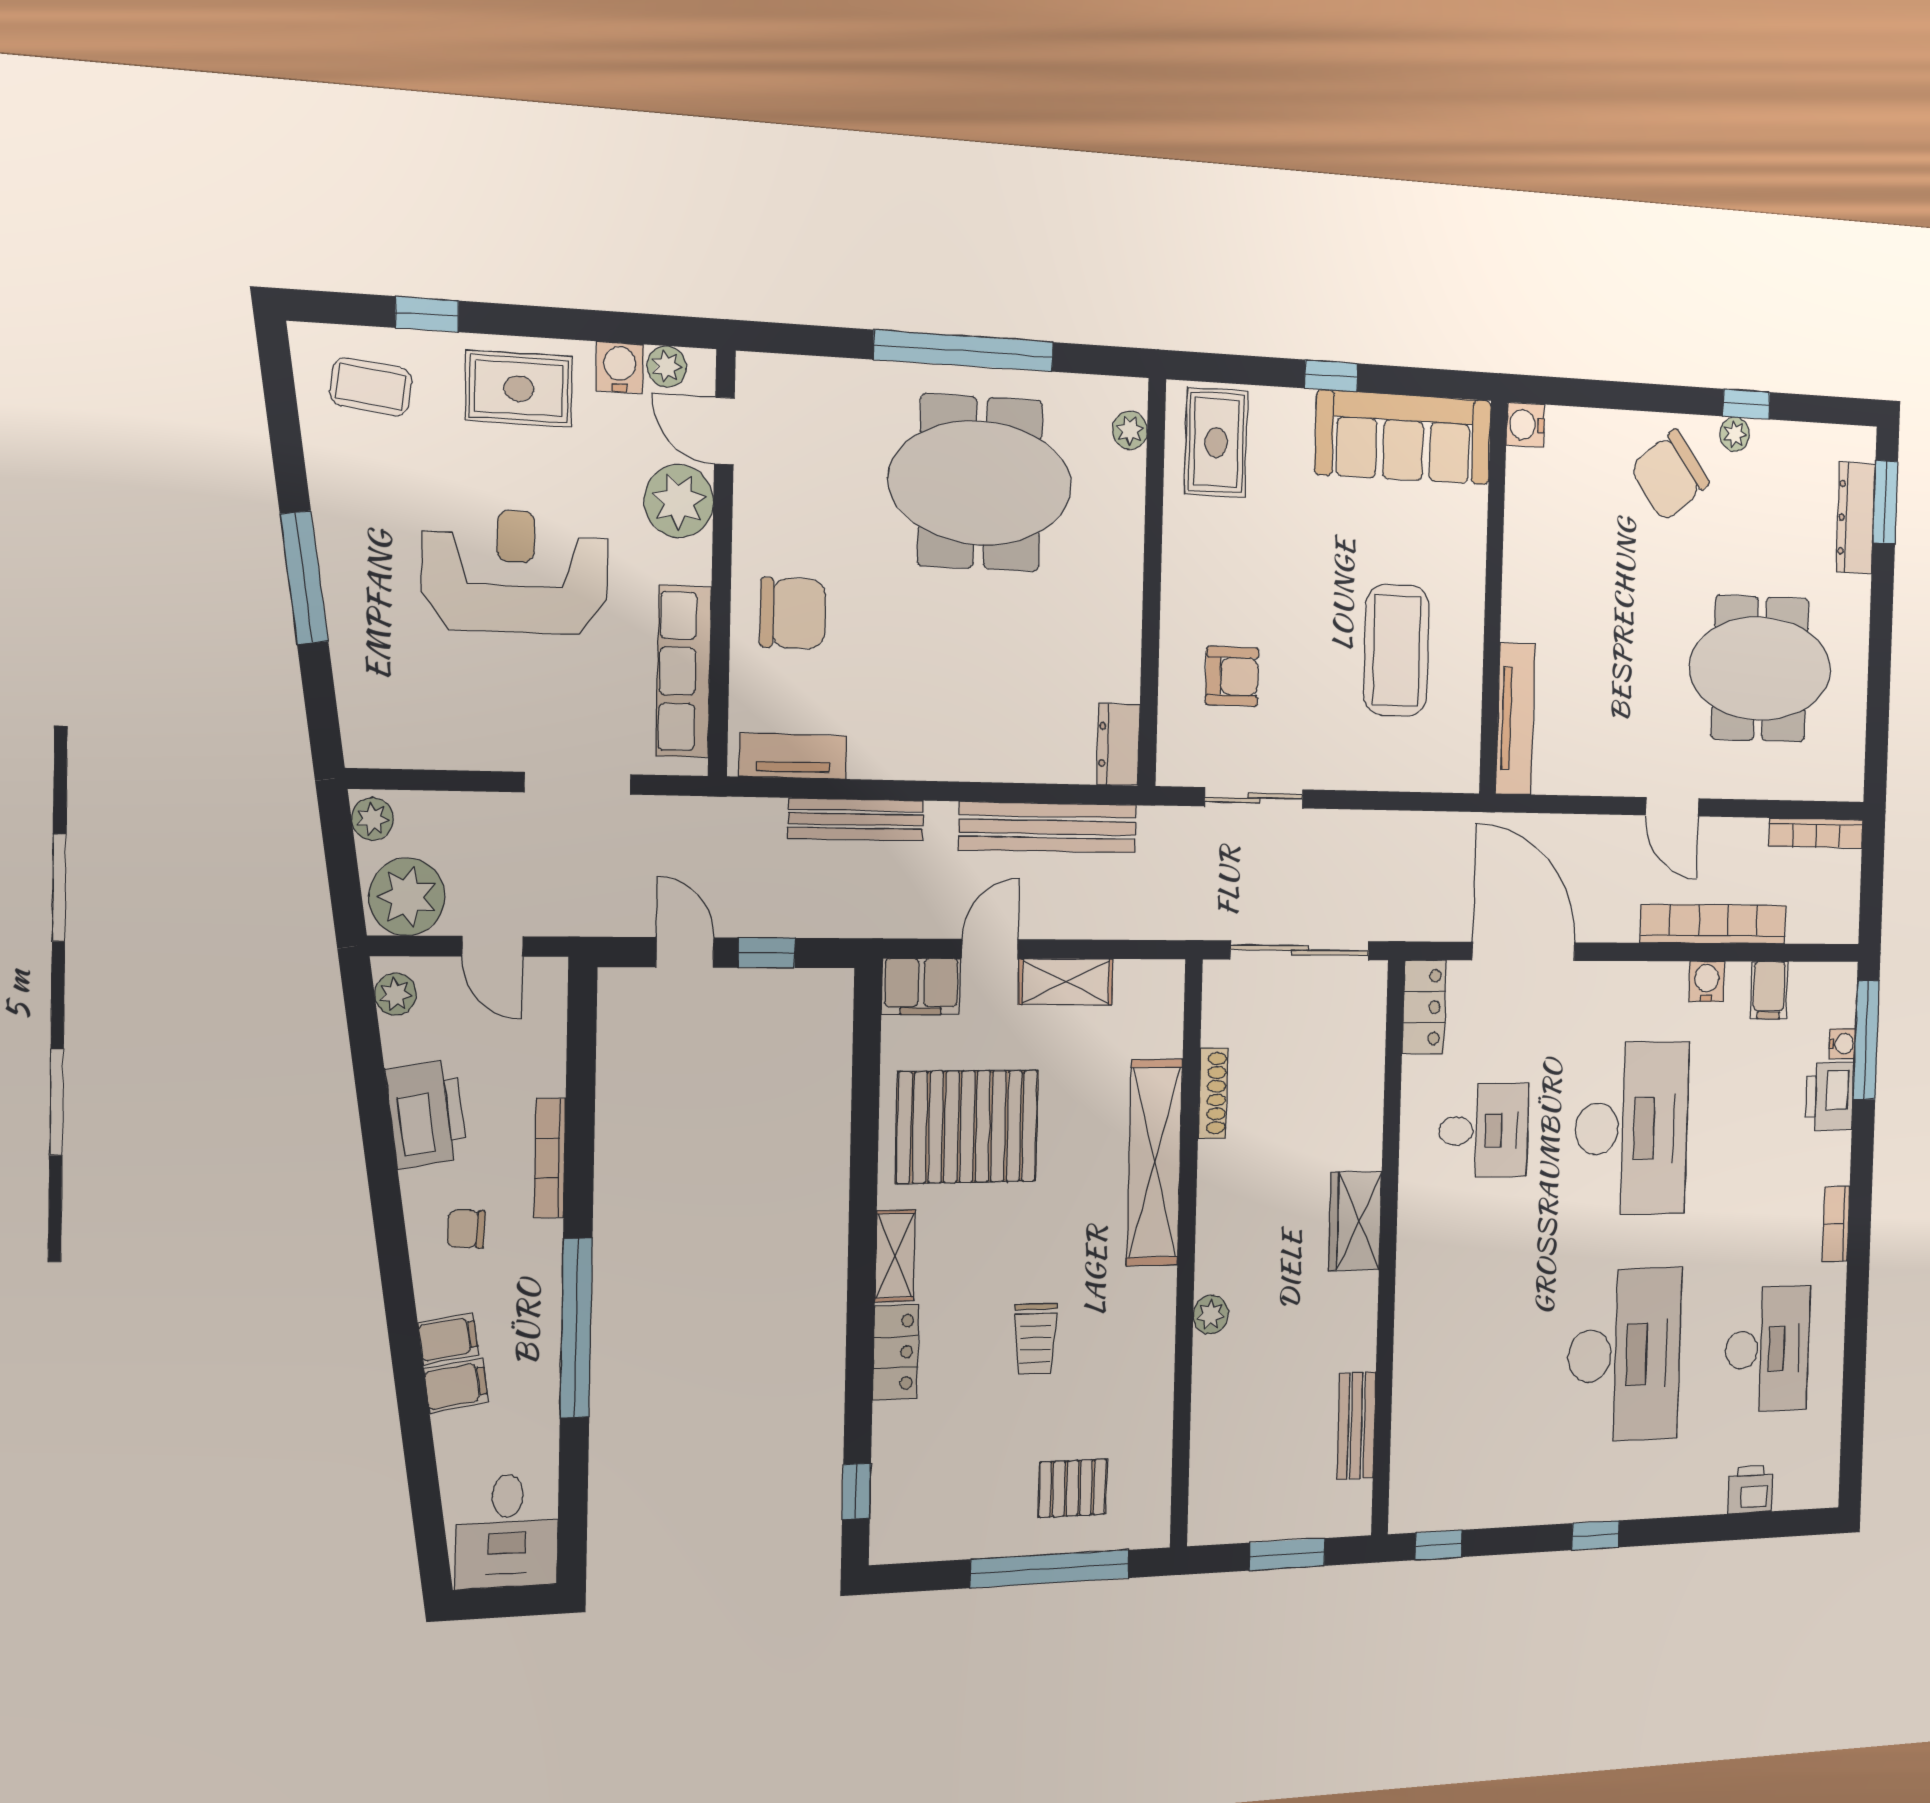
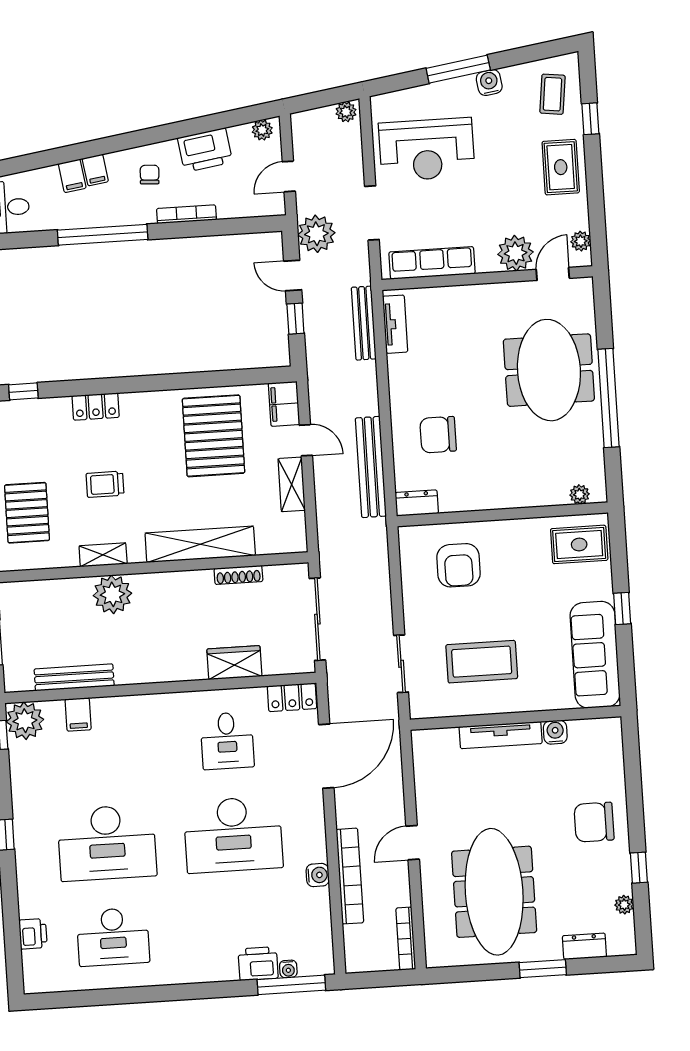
water cooler: (620, 367) -> (489, 83), moved, turned -99
water cooler: (1525, 425) -> (555, 732), moved
plant: (1735, 434) -> (624, 905), moved
chair: (1670, 475) -> (594, 822), turned -52
meeting table: (980, 483) -> (549, 370), moved
window: (1885, 502) -> (543, 969), moved
dresser: (1856, 518) -> (584, 946), width x0.70
reception desk: (515, 571) -> (427, 150), moved, turned 90
chair: (793, 613) -> (438, 435), moved, turned 90
meeting table: (1760, 669) -> (494, 892), width x1.36
armchair: (1232, 676) -> (459, 565), width x1.38, depth x1.38
tv unit: (1515, 719) -> (501, 735), moved
sliding door: (1254, 798) -> (401, 664), moved
bench: (856, 819) -> (364, 323), moved
plant: (407, 897) -> (316, 234), moved
door: (685, 952) -> (293, 275), swing flipped
filing cabinet: (1769, 990) -> (78, 714), moved, turned -90
wardrobe: (1355, 1221) -> (234, 663), moved
bookcase: (1836, 1224) -> (186, 976), removed
shelving: (895, 1256) -> (103, 555), moved
plant: (1211, 1315) -> (112, 594), width x1.87, depth x1.87
bench: (1356, 1426) -> (74, 677), width x1.36
pallet: (1072, 1488) -> (27, 513), width x1.50, depth x1.42
plant: (1419, 1498) -> (25, 721), added

